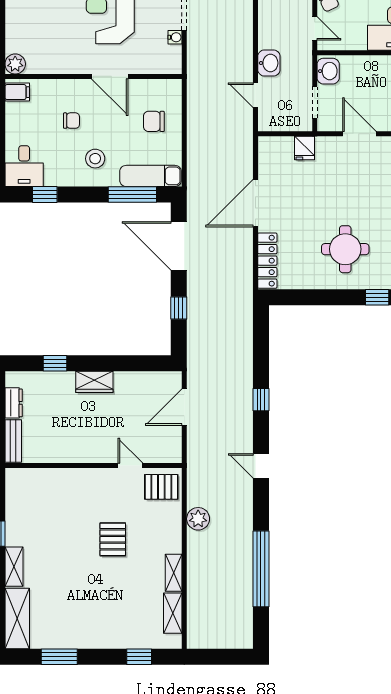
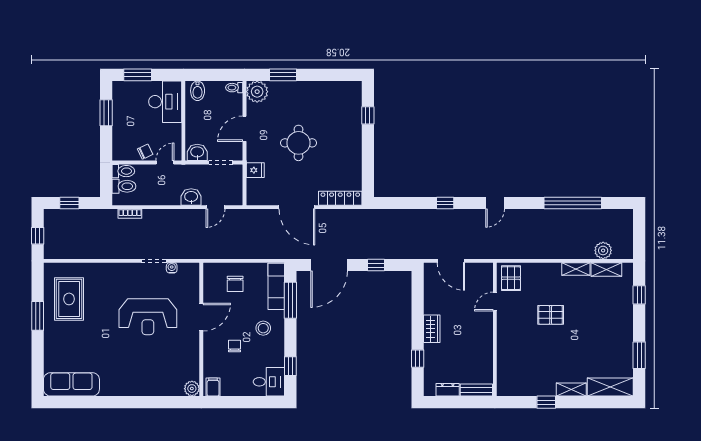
round table: (345, 249) -> (299, 143), moved
plant: (198, 519) -> (603, 250), moved

